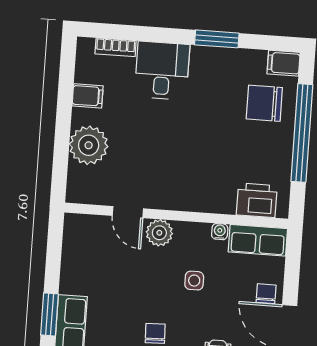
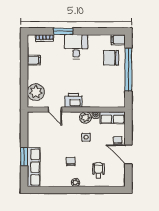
window: (217, 39) -> (63, 31), moved
desk: (162, 71) -> (76, 47), moved
plant: (89, 145) -> (36, 92), moved
printer: (257, 200) -> (73, 100), moved
plant: (159, 233) -> (86, 117), moved

